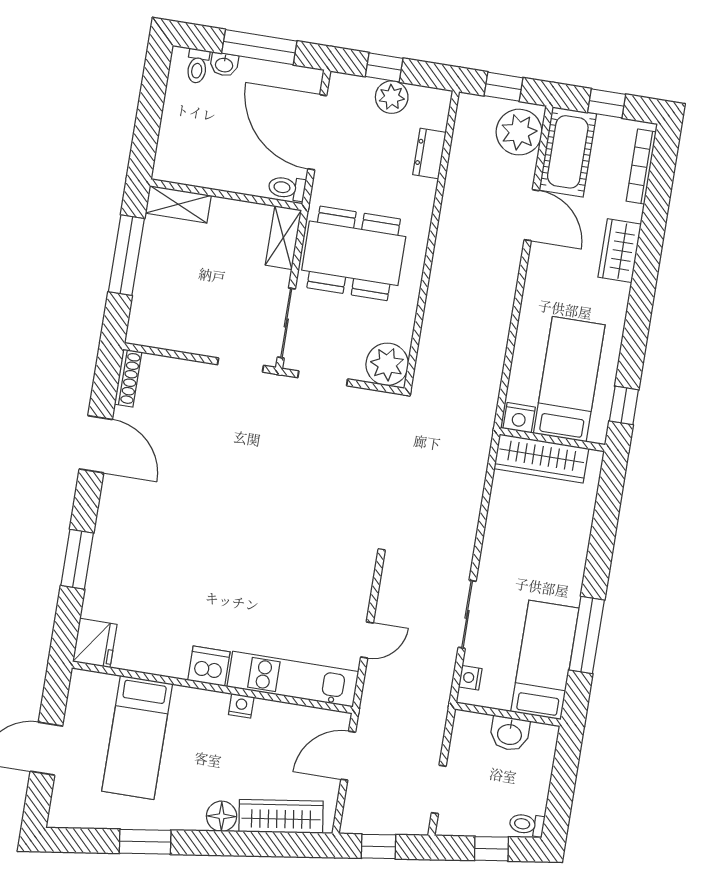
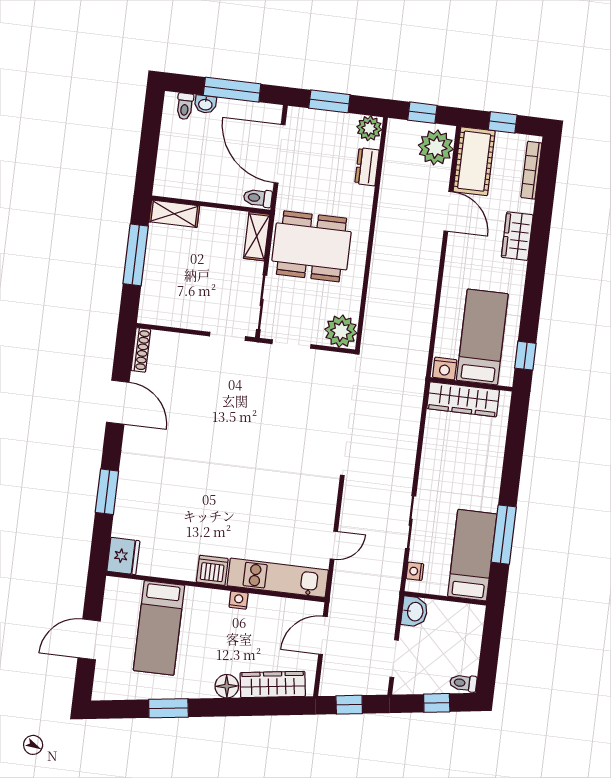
window: (384, 67) -> (329, 101), width x1.50
plant: (392, 97) -> (369, 128), moved
washbasin: (510, 734) -> (414, 612), moved, turned -90

